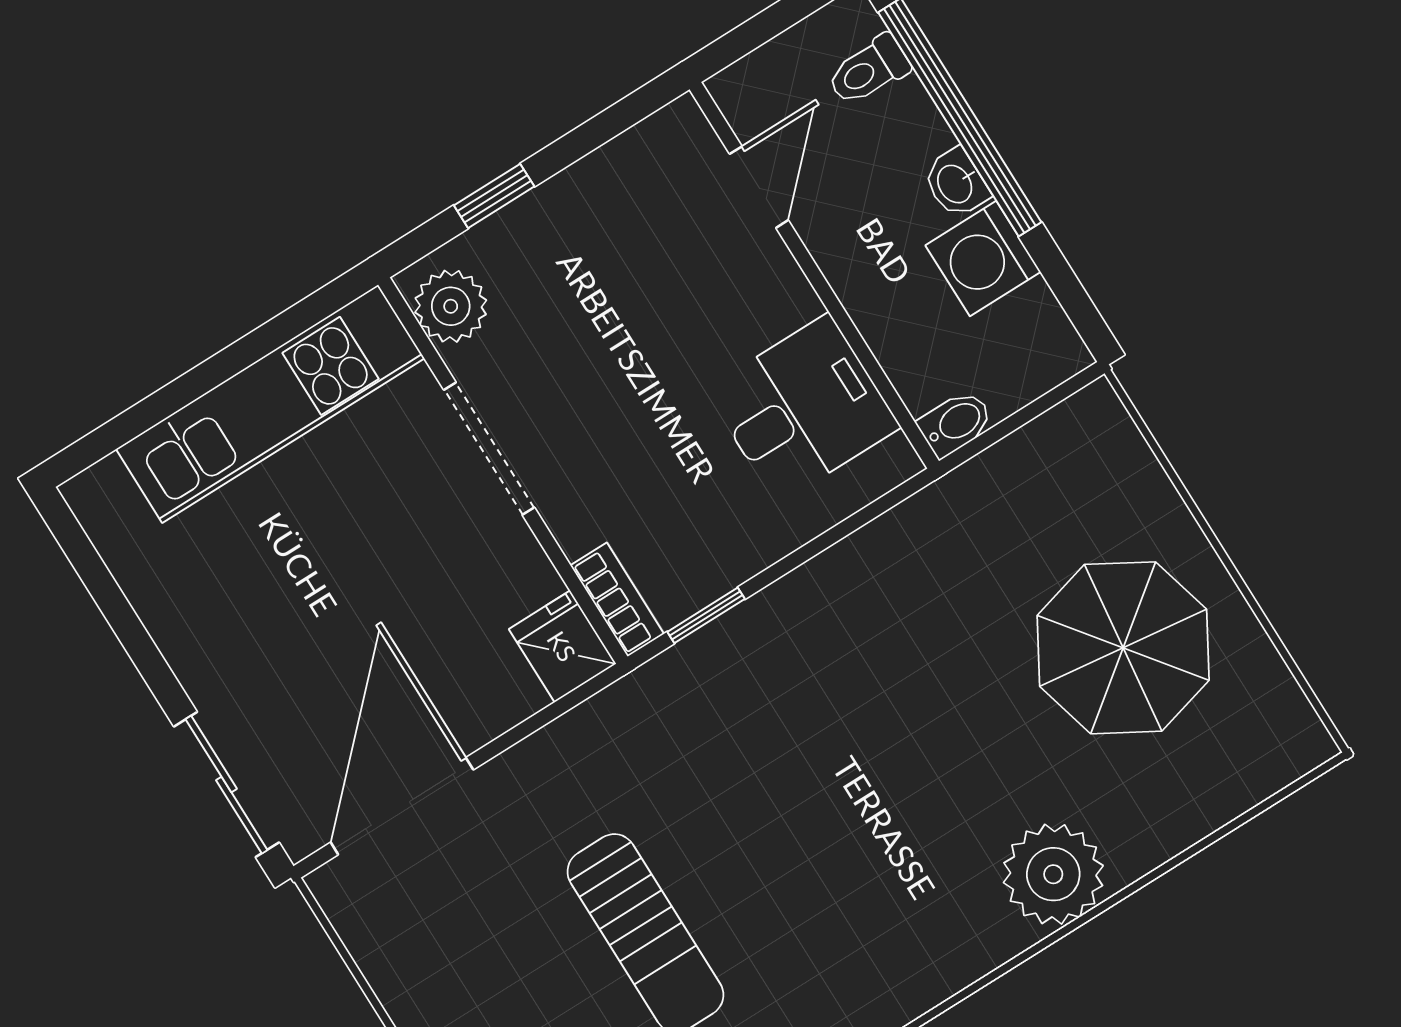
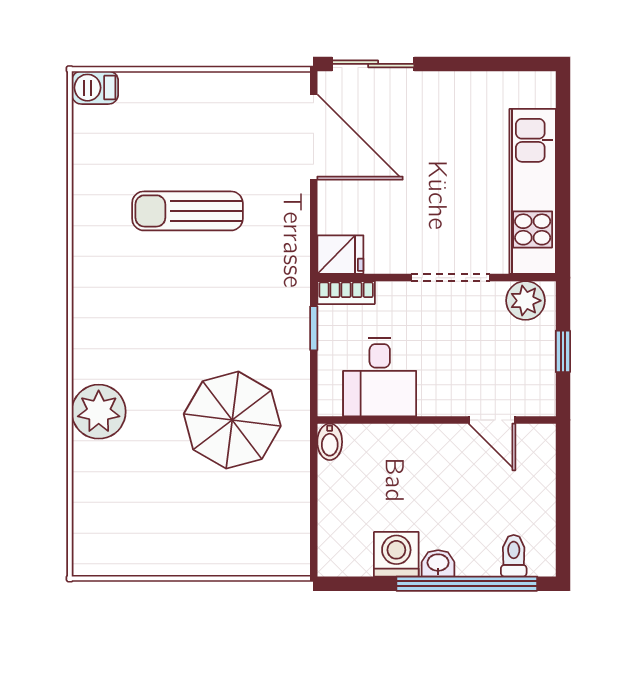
door: (759, 187) -> (492, 420), moved
wall: (814, 275) -> (437, 420), moved
desk: (803, 409) -> (380, 377), moved
bidet: (956, 423) -> (330, 442), moved
parasol: (1123, 648) -> (232, 420), moved

